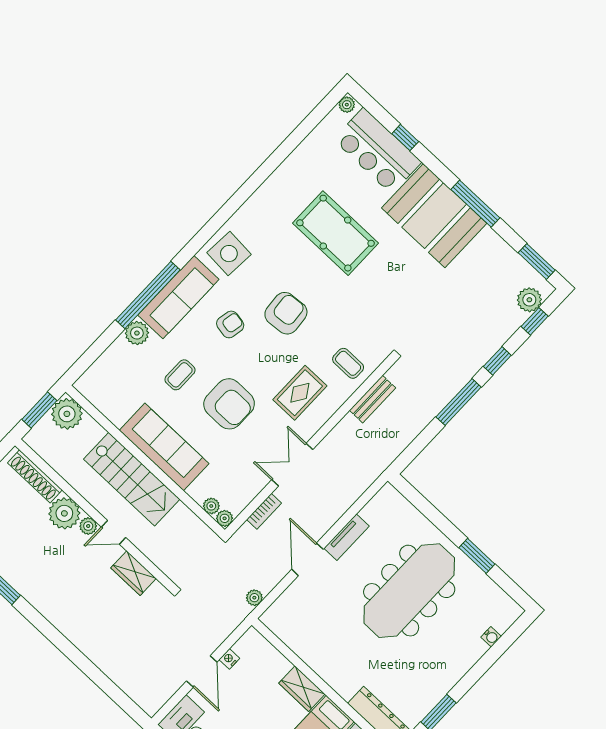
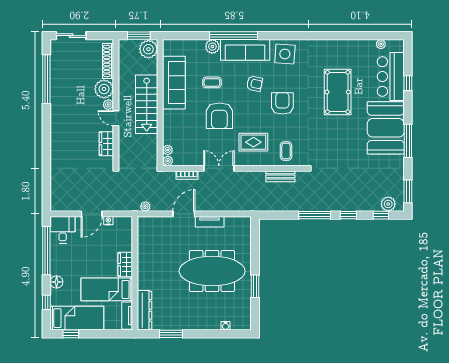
plant: (347, 105) -> (381, 44), moved
armchair: (286, 313) -> (282, 103), turned -85
sofa: (164, 447) -> (174, 83), moved

